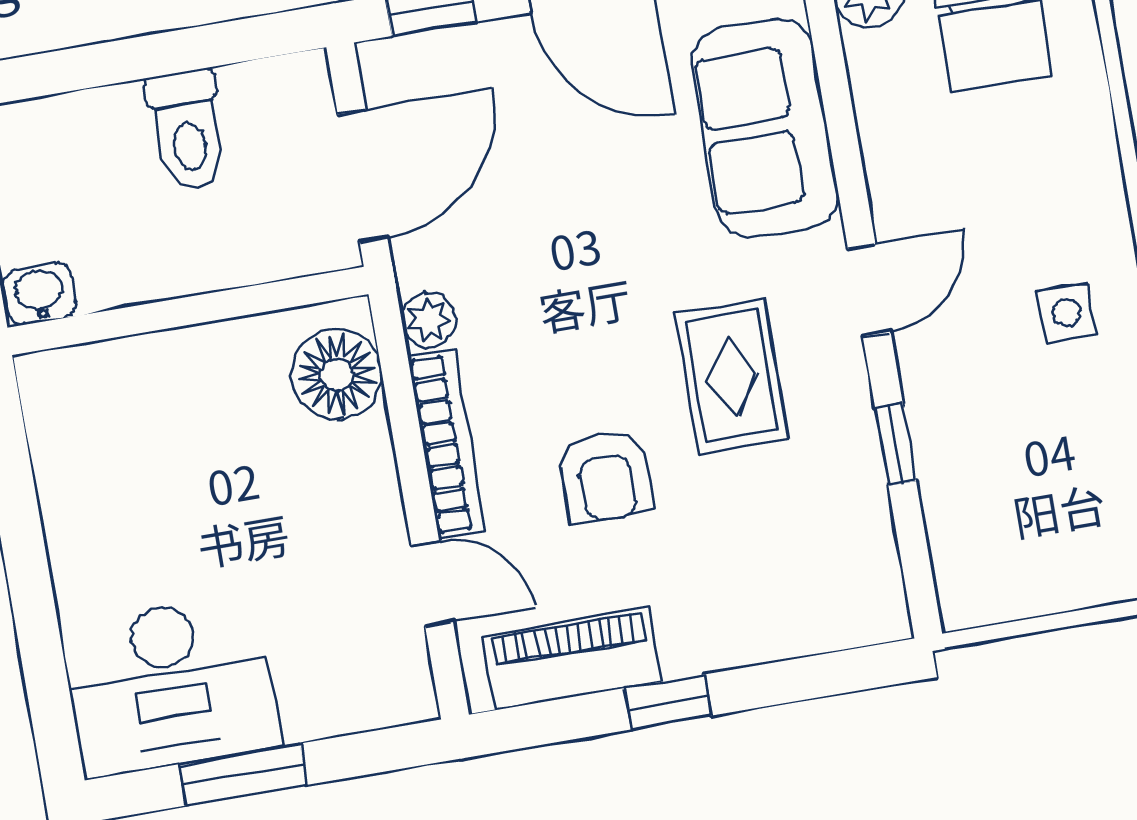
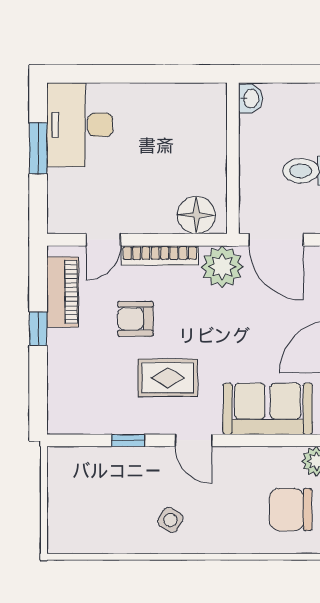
side table: (1066, 313) -> (170, 520), turned 31
plant: (429, 320) -> (222, 267), width x1.88, depth x1.88

